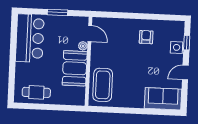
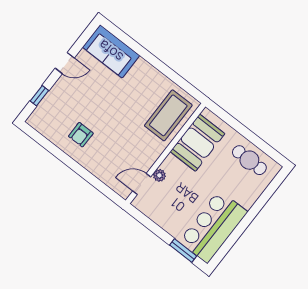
window: (58, 12) -> (183, 251), moved
door: (90, 33) -> (142, 184), hinge flipped
side table: (177, 47) -> (55, 99), removed
booth: (75, 68) -> (197, 143), moved

